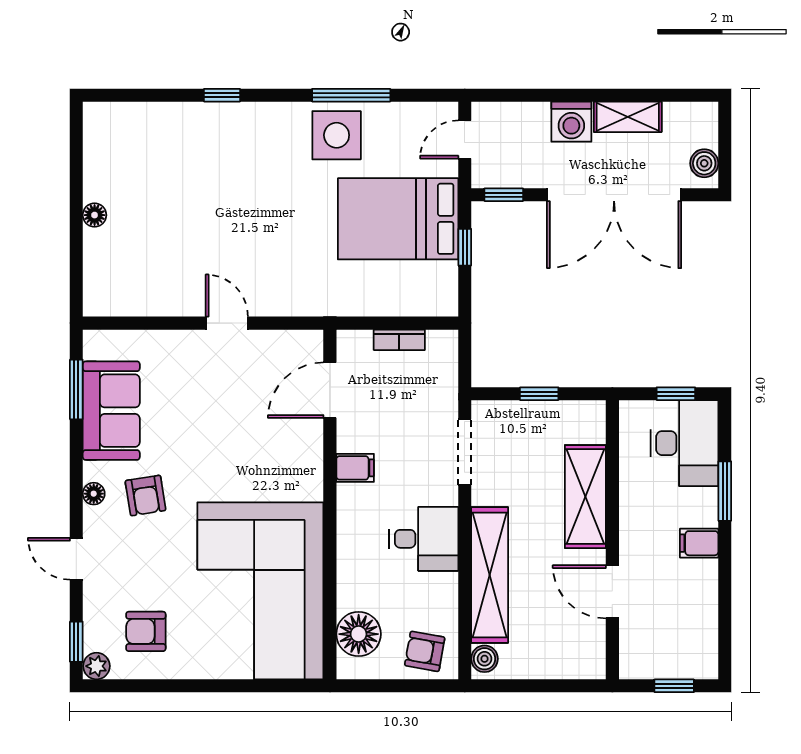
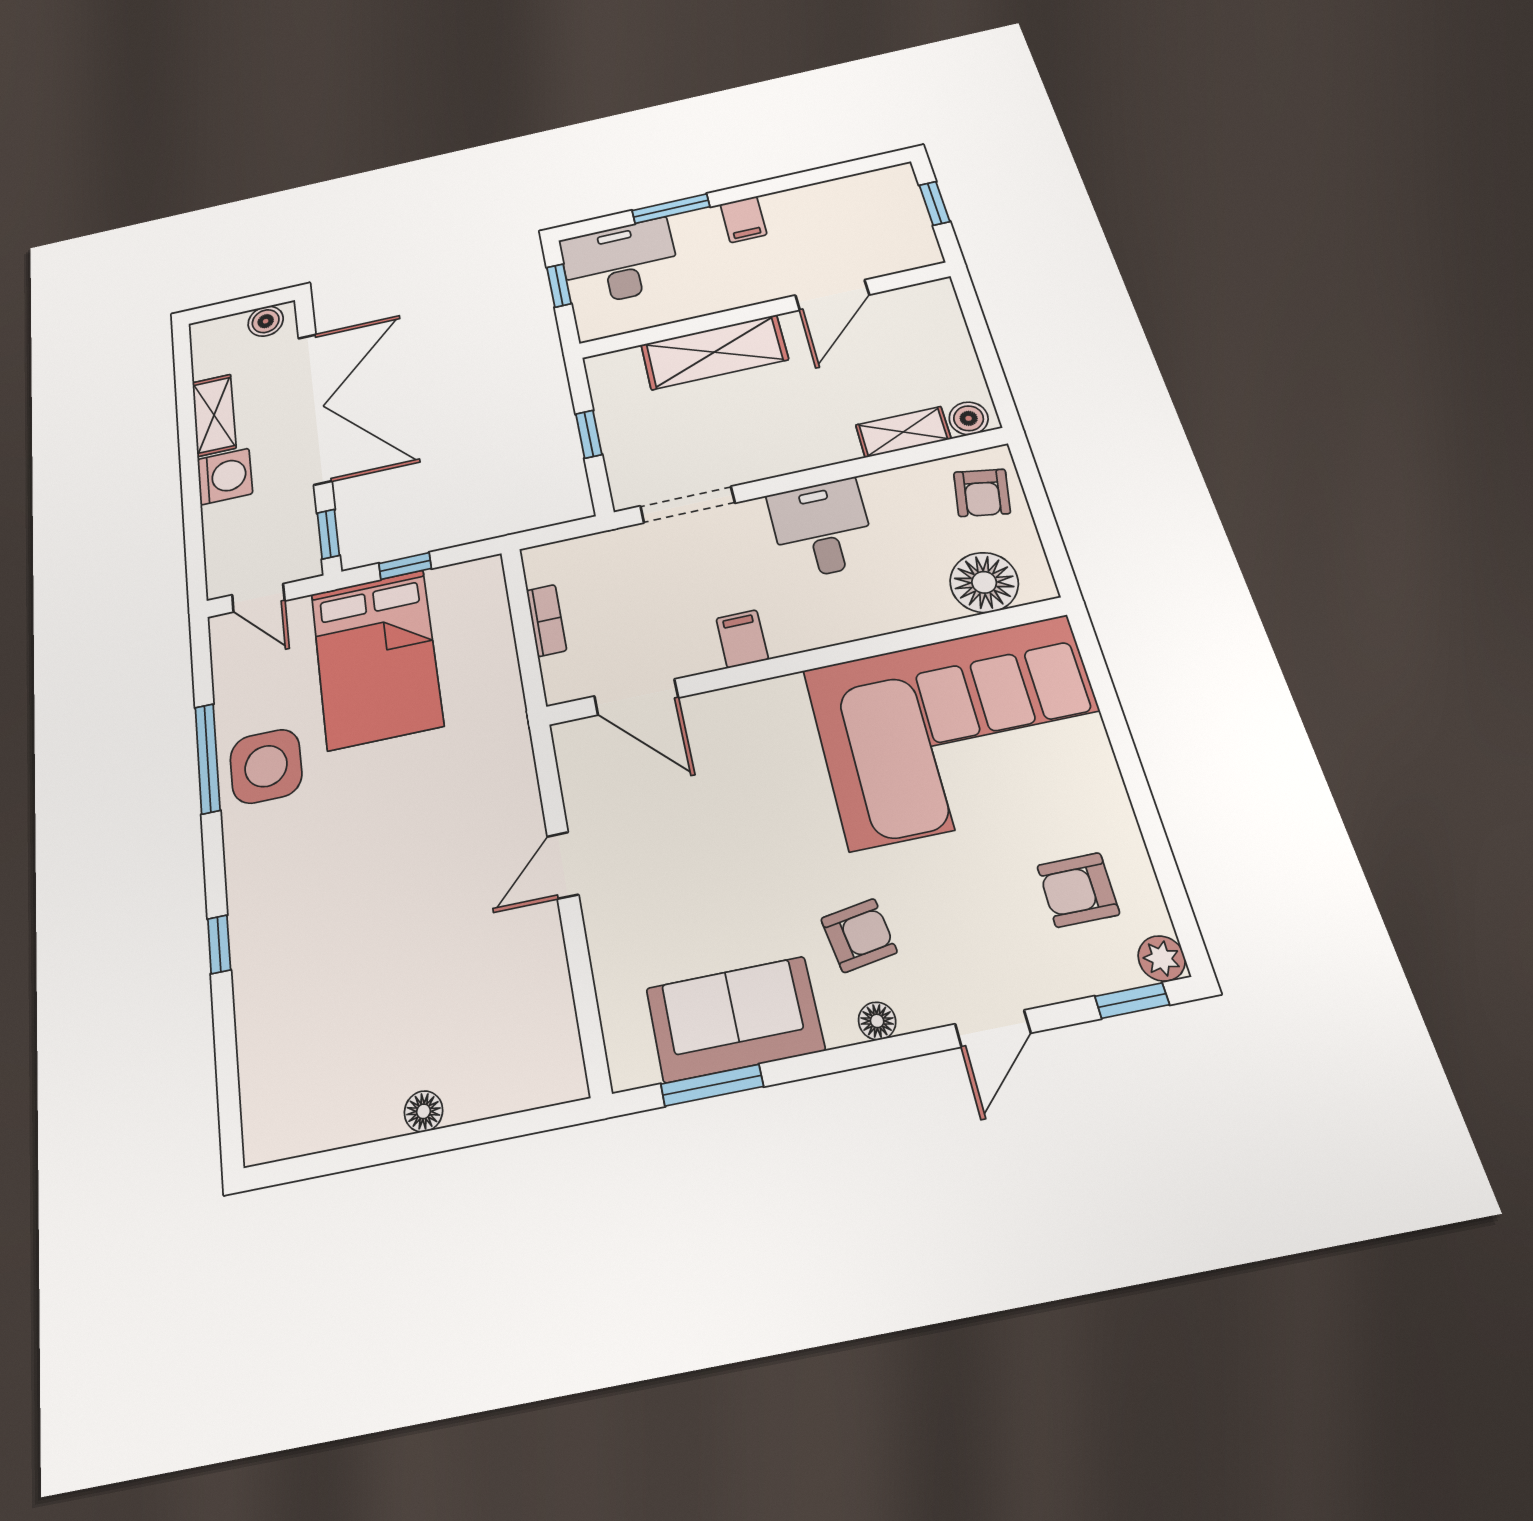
shelving: (490, 575) -> (903, 432), width x0.45, depth x0.75
armchair: (146, 631) -> (1078, 890), turned 90

